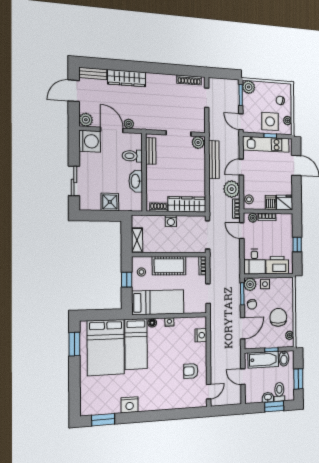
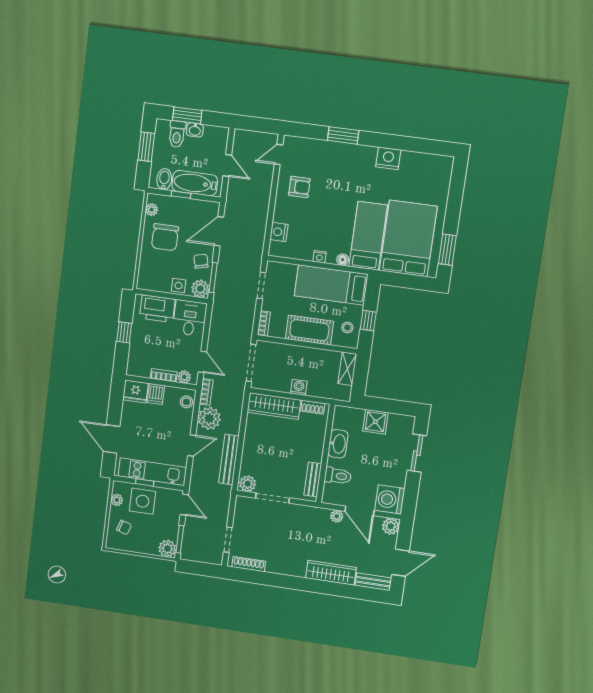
window: (103, 420) -> (343, 135), moved

